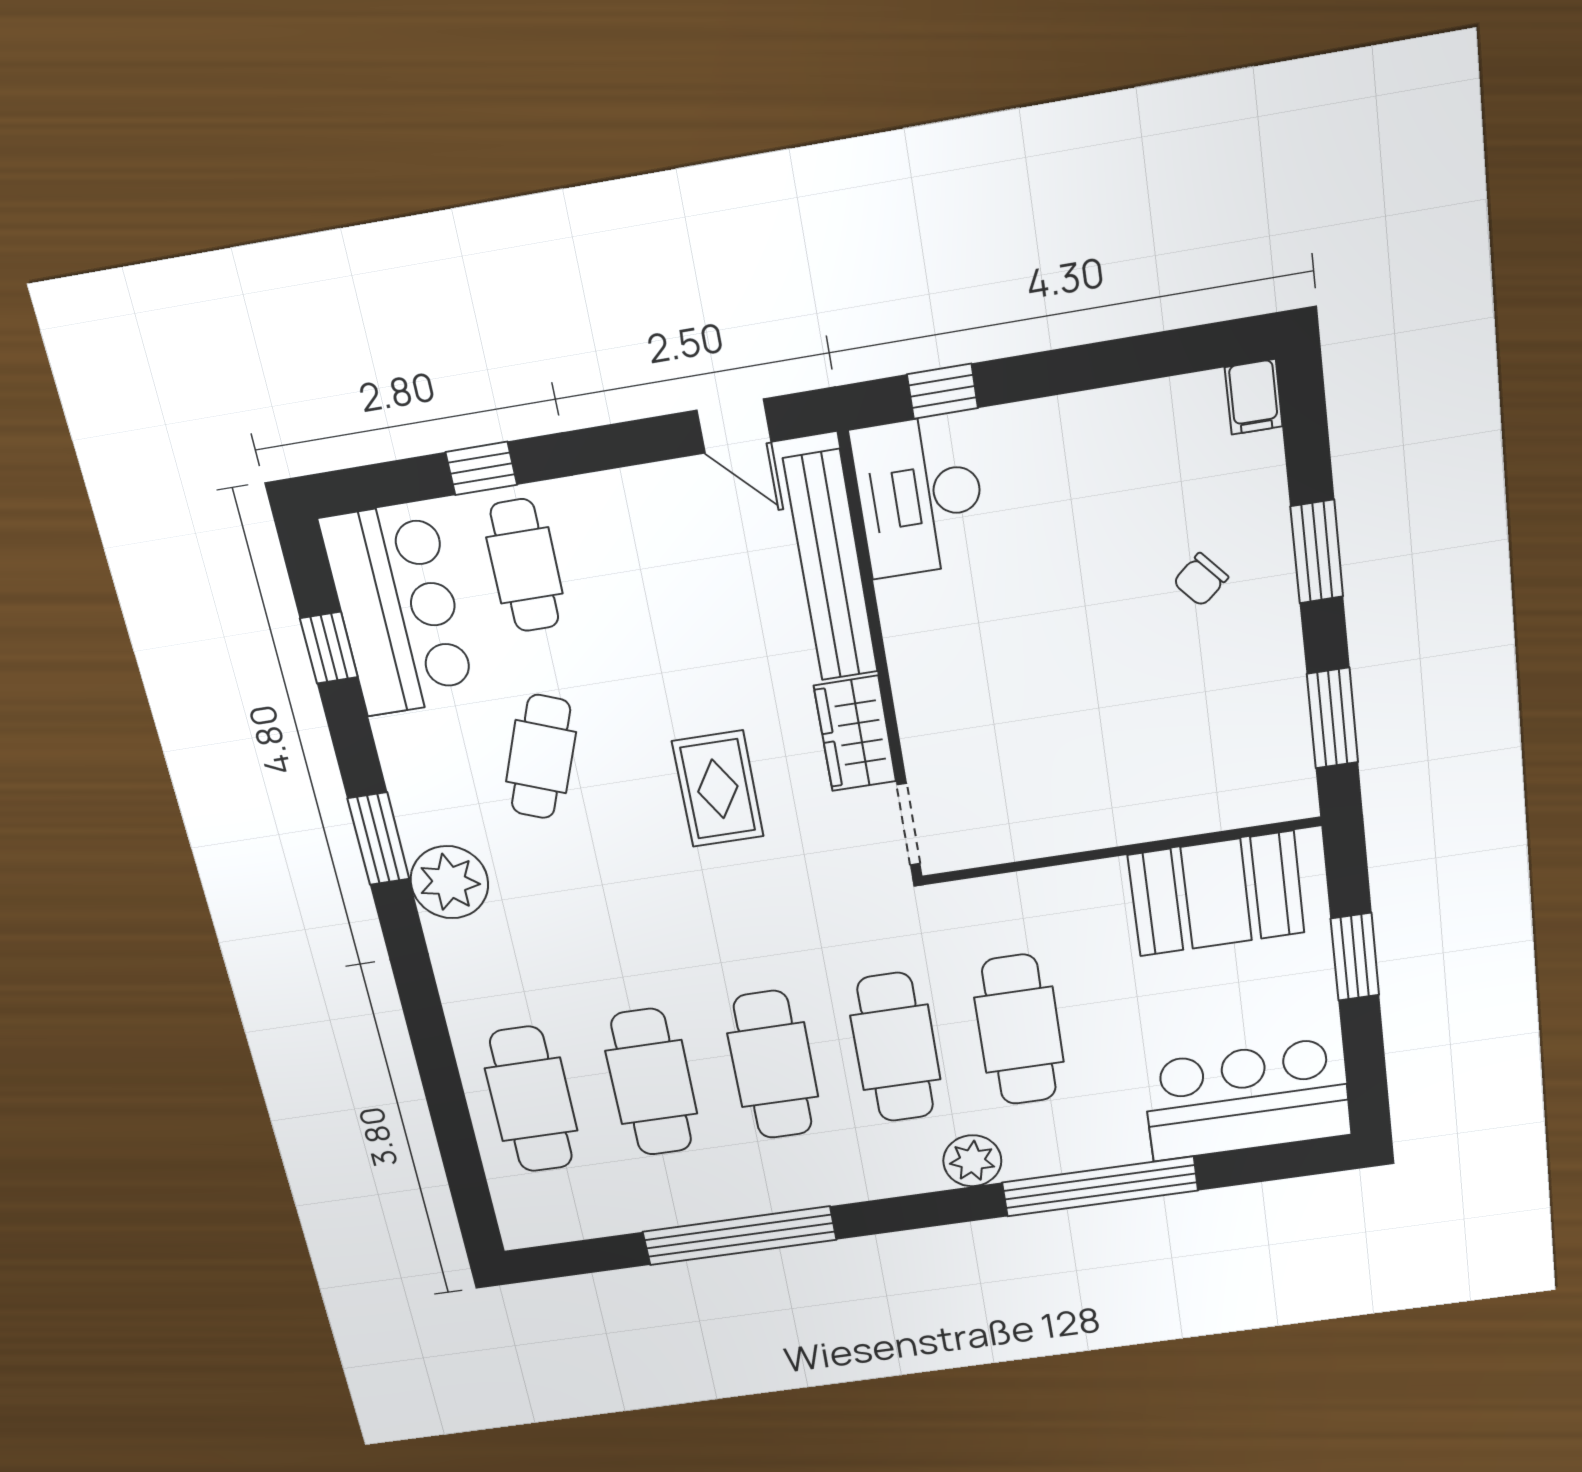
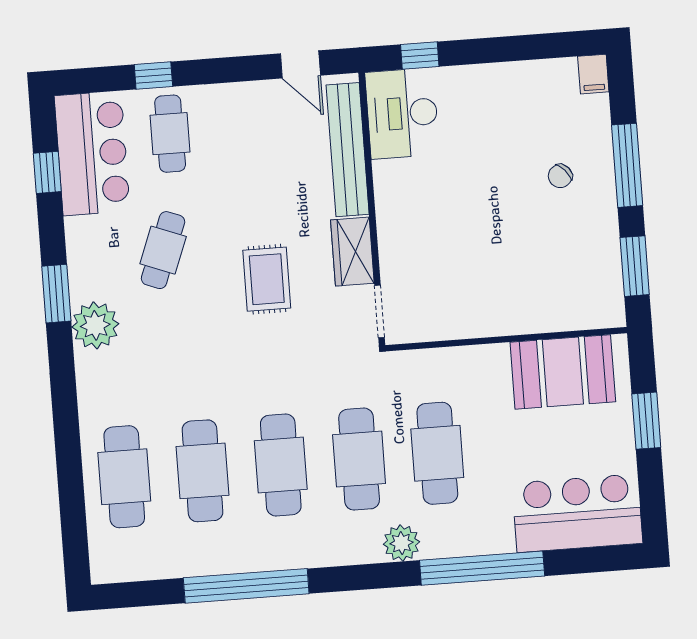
window: (1317, 552) -> (627, 165), width x1.44

